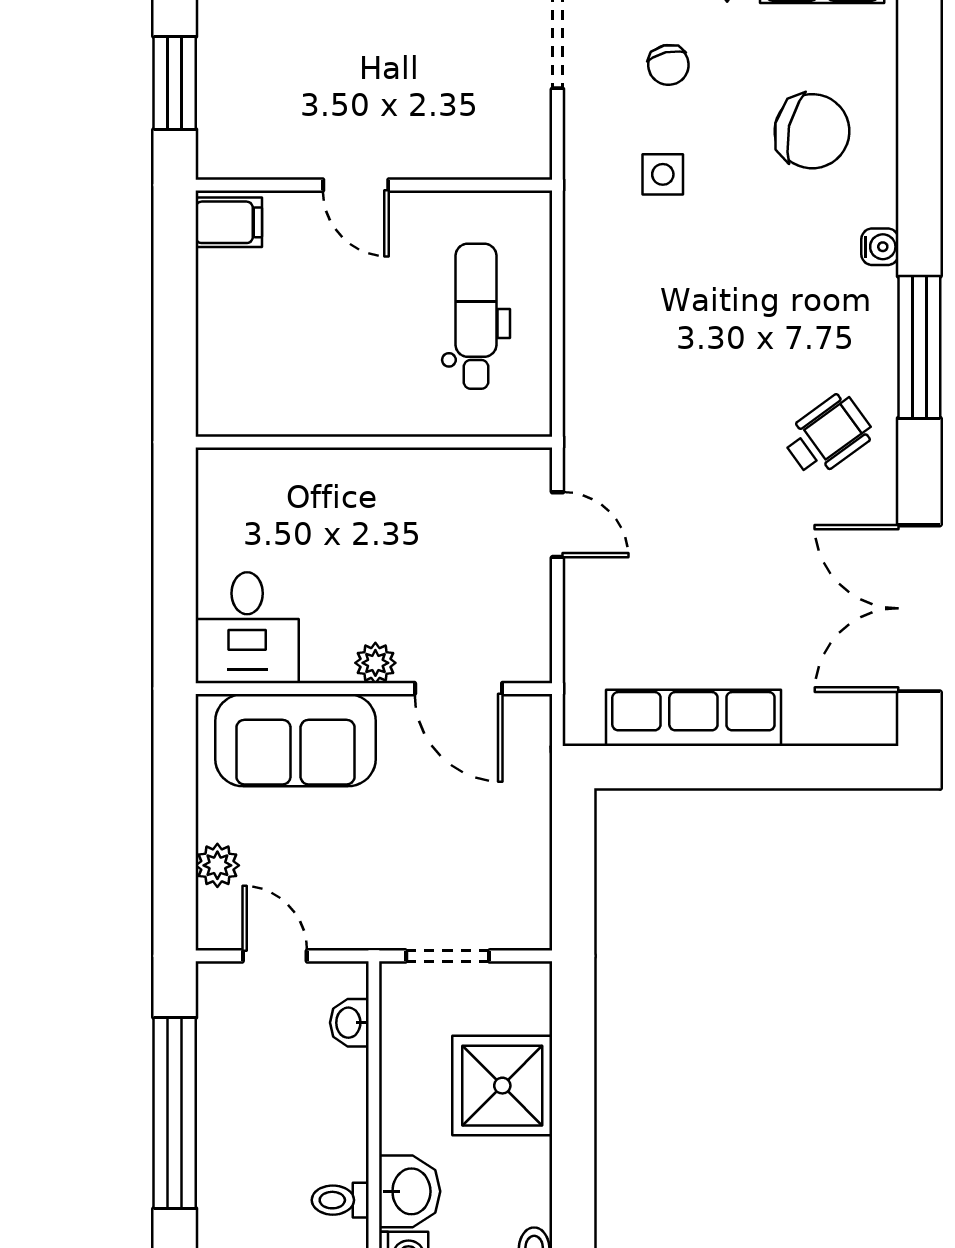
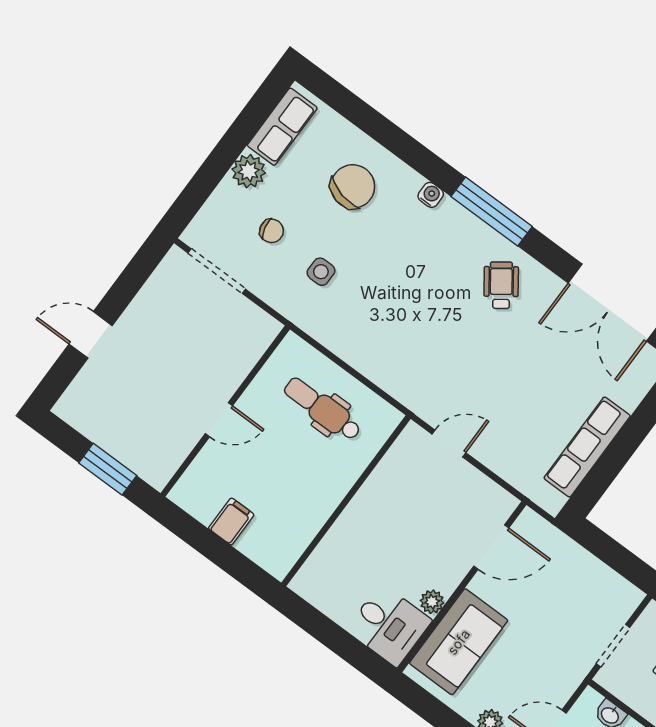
filing cabinet: (229, 222) -> (231, 521), moved
plant: (375, 663) -> (432, 602), moved

